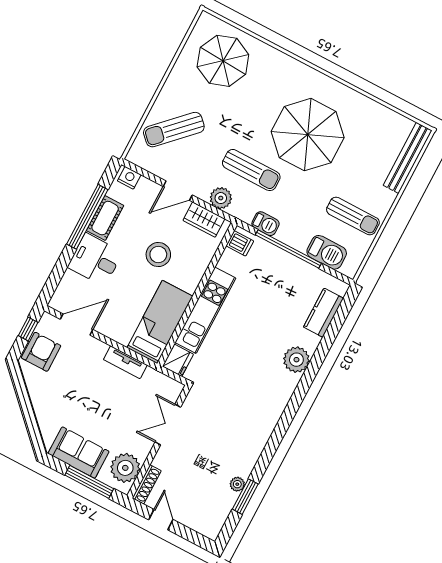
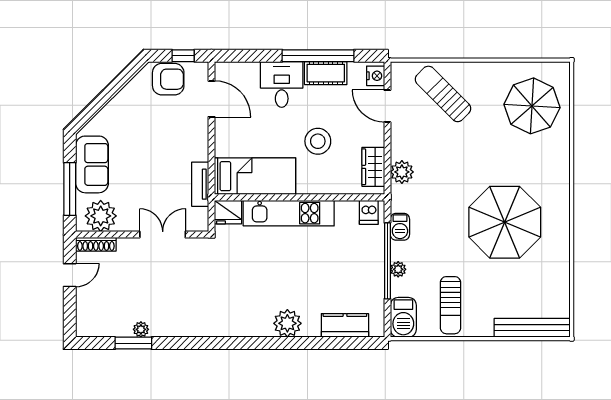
sun lounger: (251, 170) -> (443, 187), removed
door: (178, 191) -> (387, 106), moved
plant: (300, 244) -> (398, 269), added
barbecue: (327, 252) -> (403, 317), moved
tv unit: (125, 362) -> (200, 184), moved

